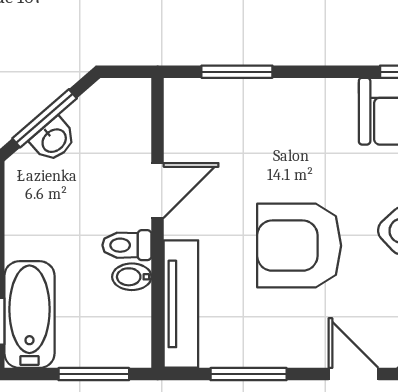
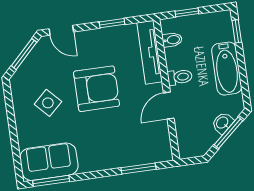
bidet: (132, 277) -> (172, 40), moved
bathtub: (29, 315) -> (227, 69), moved
window: (94, 374) -> (187, 12), width x0.67
window: (249, 374) -> (112, 23), width x0.67

